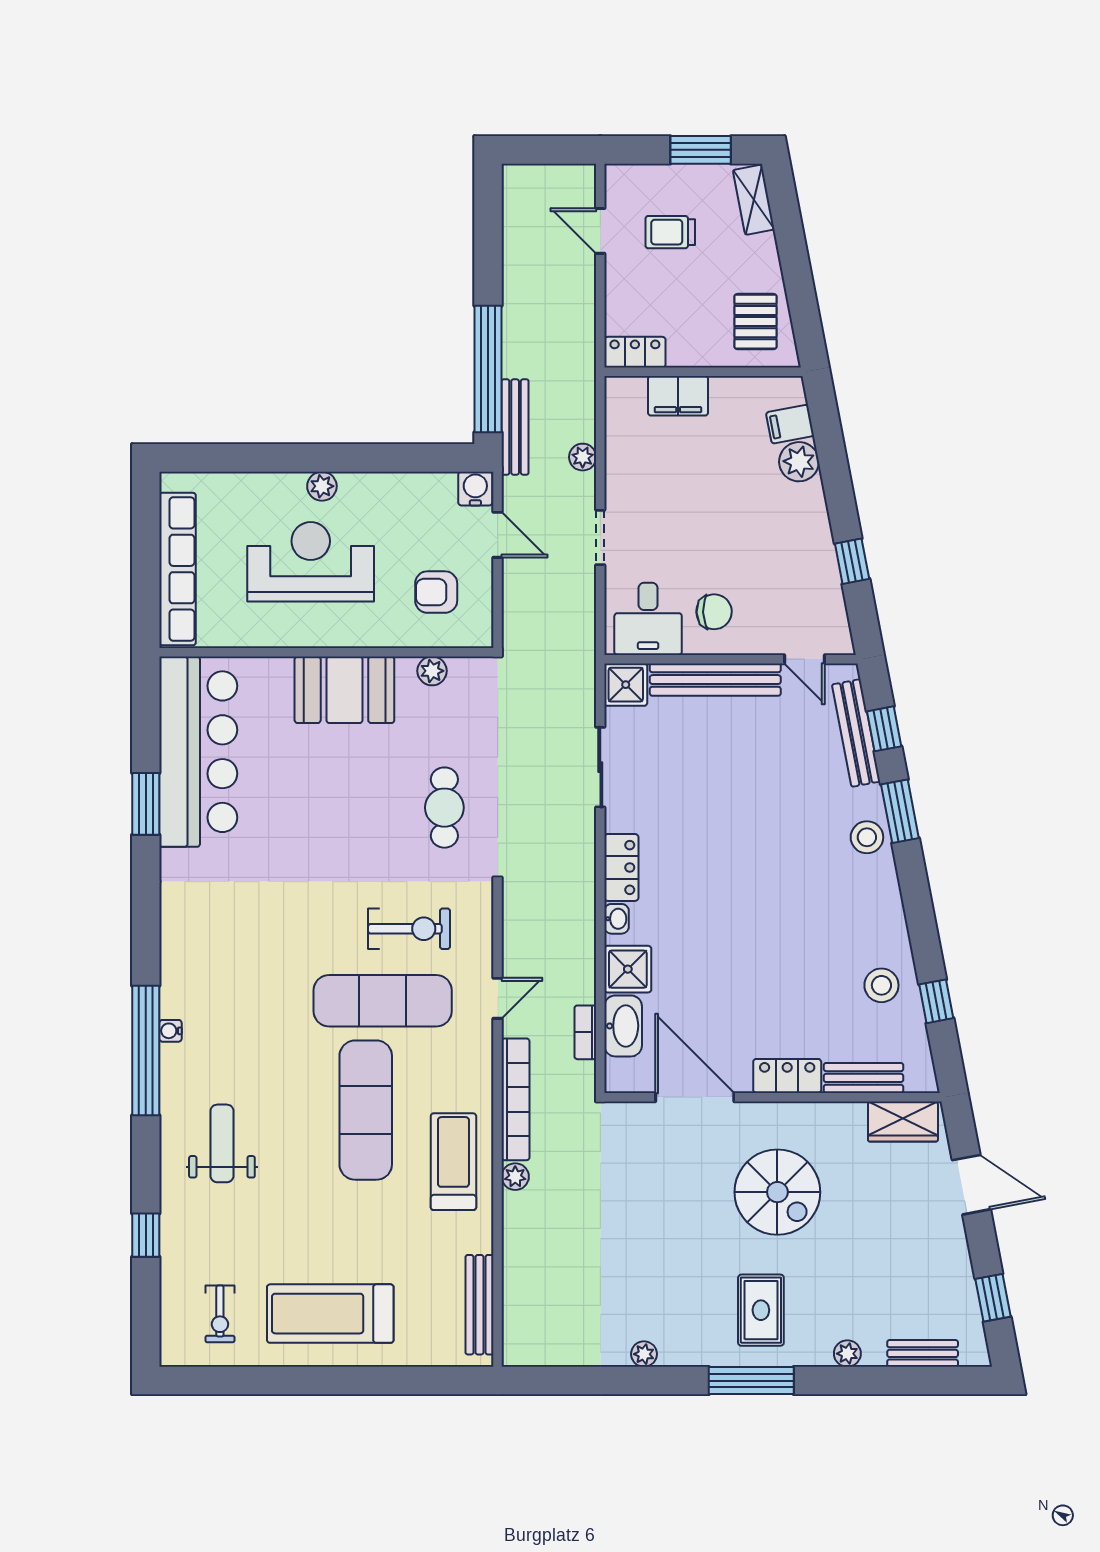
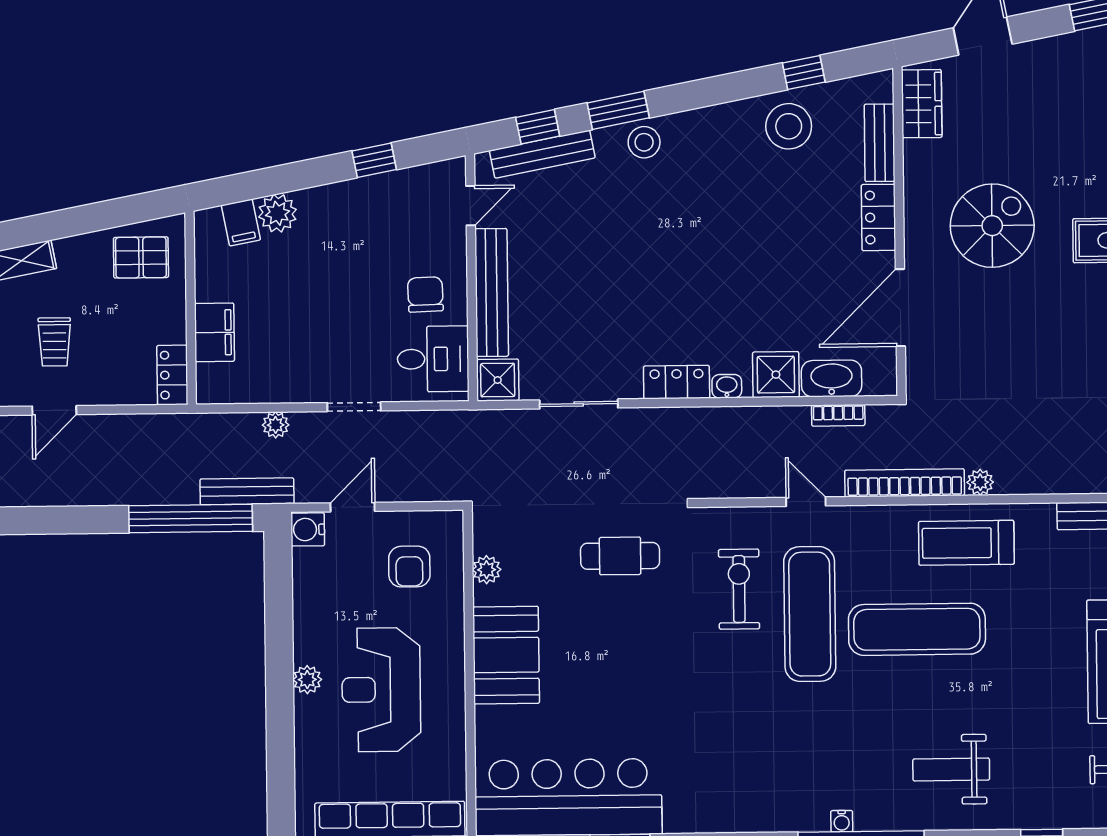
stool: (881, 985) -> (789, 126), width x1.38, depth x1.38

